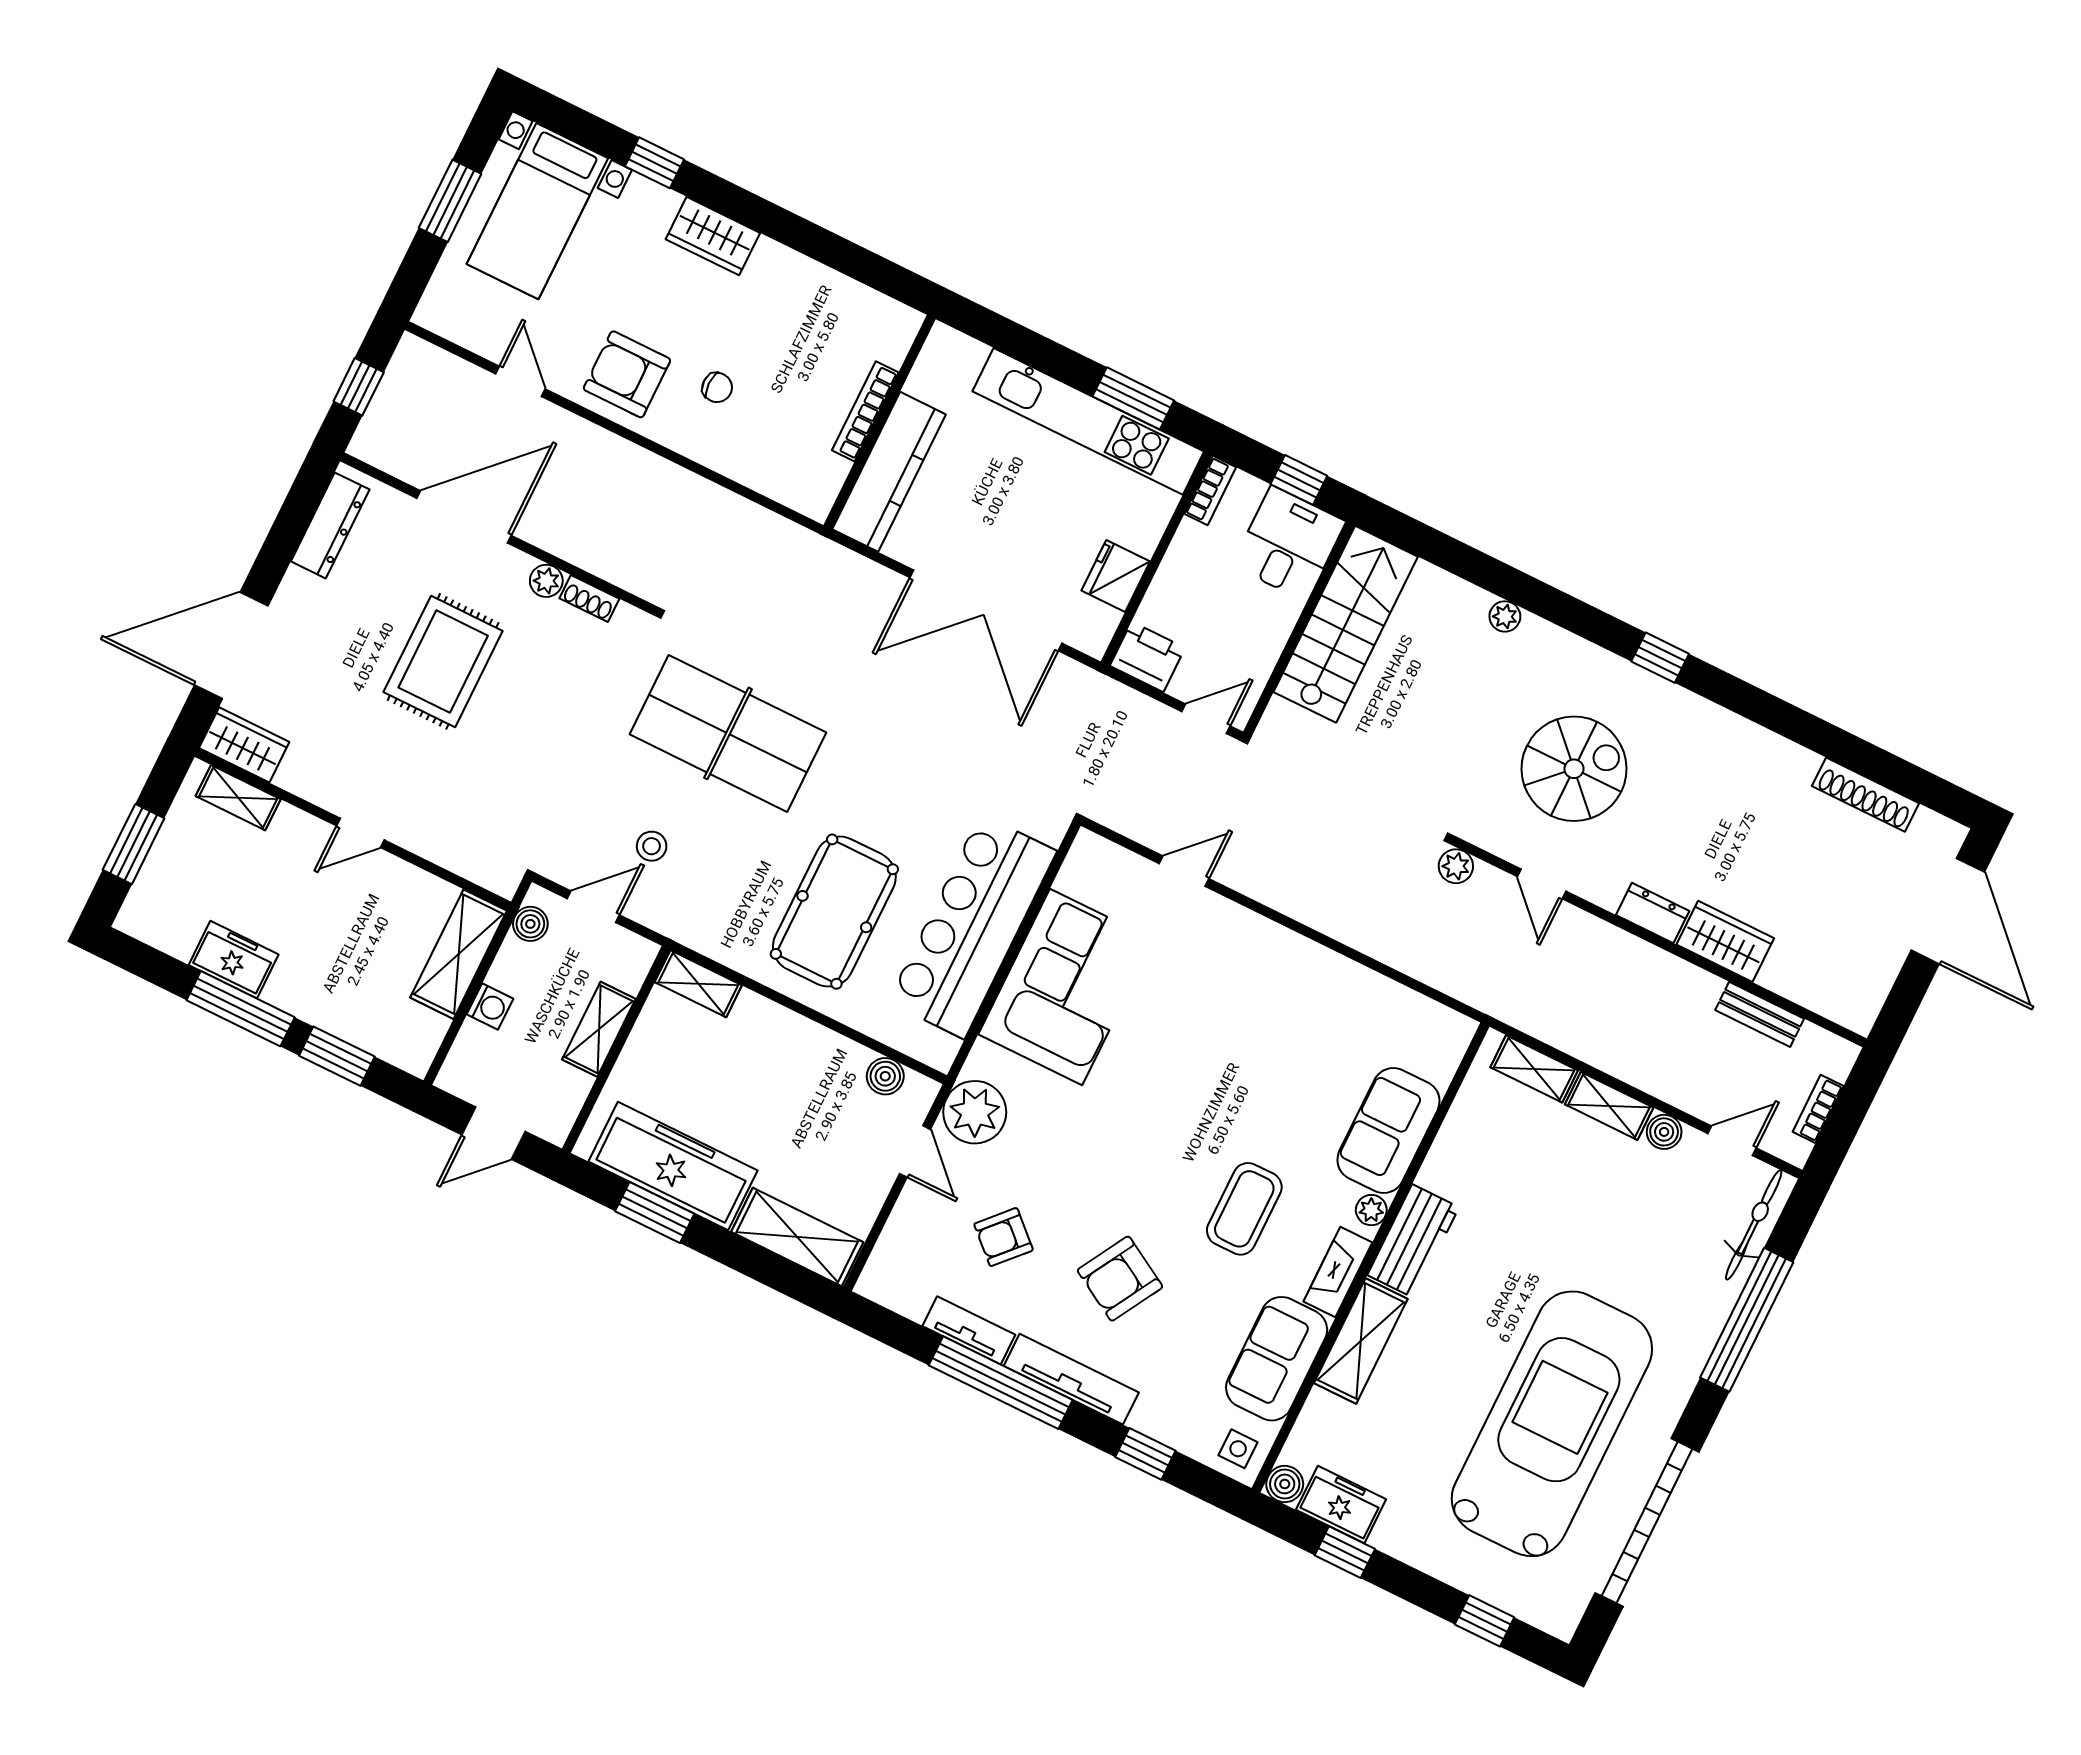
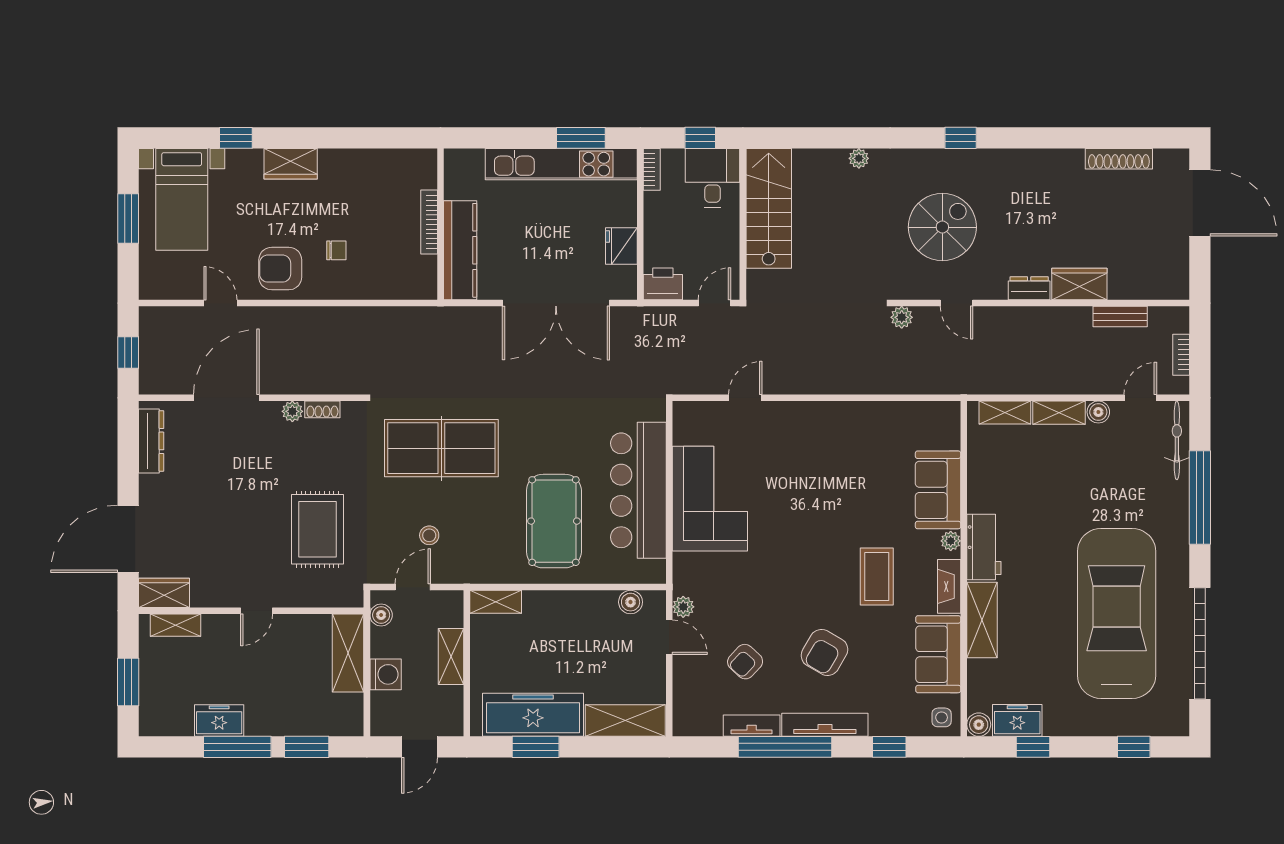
rug: (443, 662) -> (317, 529), moved
washing machine: (490, 1006) -> (386, 674), width x1.38, depth x1.38
plant: (975, 1112) -> (683, 607), width x0.53, depth x0.53

